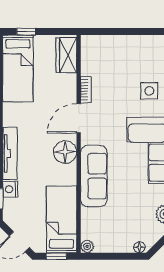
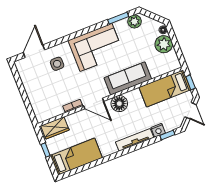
window: (26, 32) -> (46, 150), moved
plant: (87, 246) -> (164, 44), moved, width x1.87, depth x1.87

